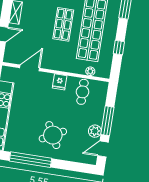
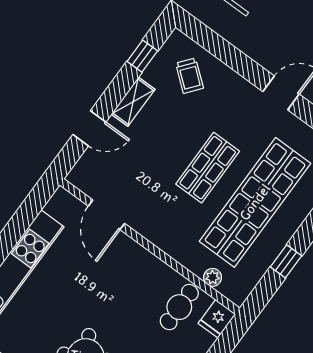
door: (30, 68) -> (106, 215), swing flipped
fridge: (60, 82) -> (217, 319), moved

